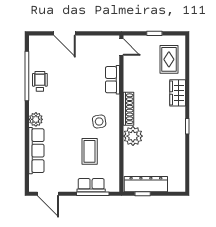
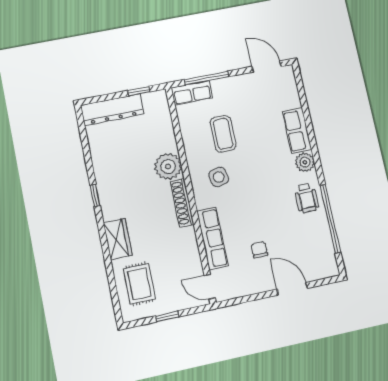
chair: (82, 65) -> (259, 250), added
row of seats: (113, 80) -> (212, 238), width x1.48
wheelchair: (40, 81) -> (307, 198), moved
row of seats: (36, 151) -> (297, 131), width x0.68
dresser: (146, 184) -> (112, 110), moved
row of seats: (91, 185) -> (192, 93), moved

